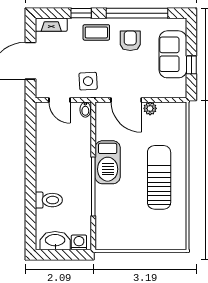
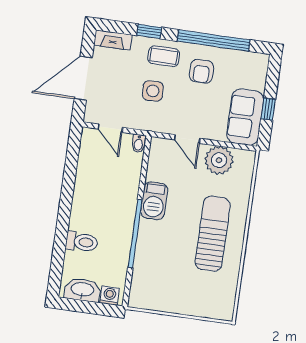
armchair: (130, 41) -> (201, 71), turned 180
sofa: (173, 54) -> (245, 117), moved
side table: (88, 81) -> (153, 91), moved
door: (126, 100) -> (187, 139), width x0.73
plant: (150, 108) -> (219, 160), width x1.88, depth x1.88
barbecue: (108, 162) -> (154, 201), width x0.73, depth x0.83

